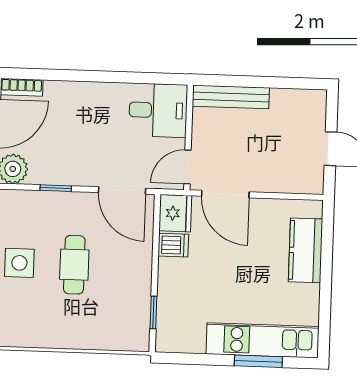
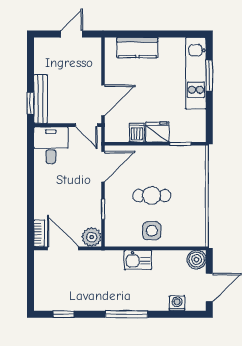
window: (225, 81) -> (30, 103), added
fridge: (175, 213) -> (157, 132), moved

